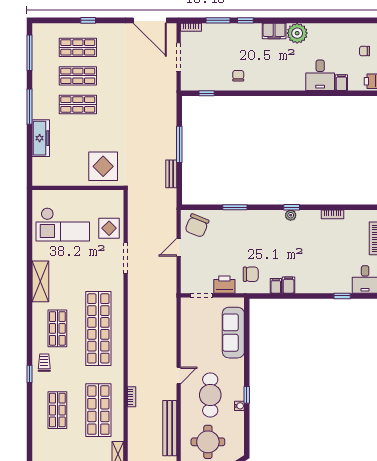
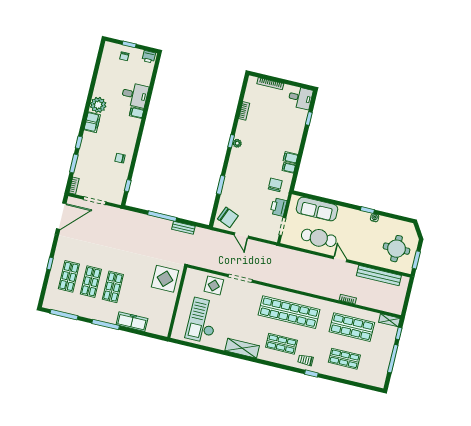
filing cabinet: (341, 83) -> (137, 113), moved
checkout: (63, 224) -> (202, 320), turned 180
cafe table: (210, 395) -> (319, 238), moved

